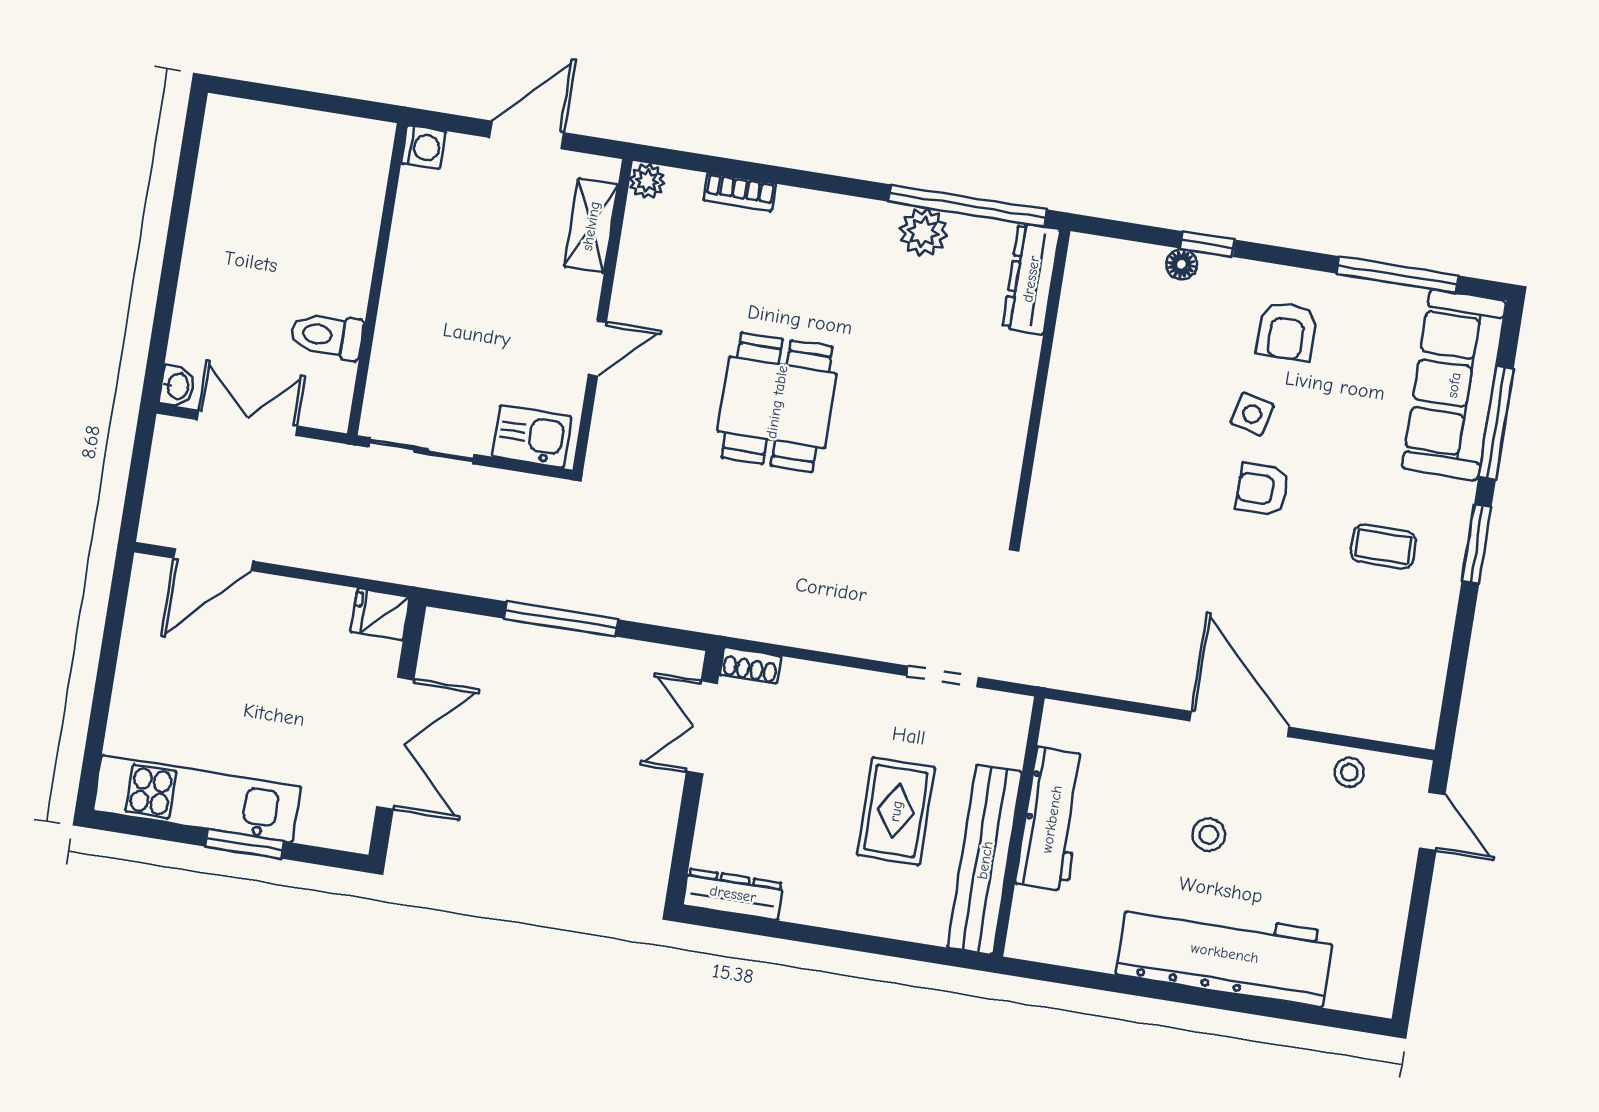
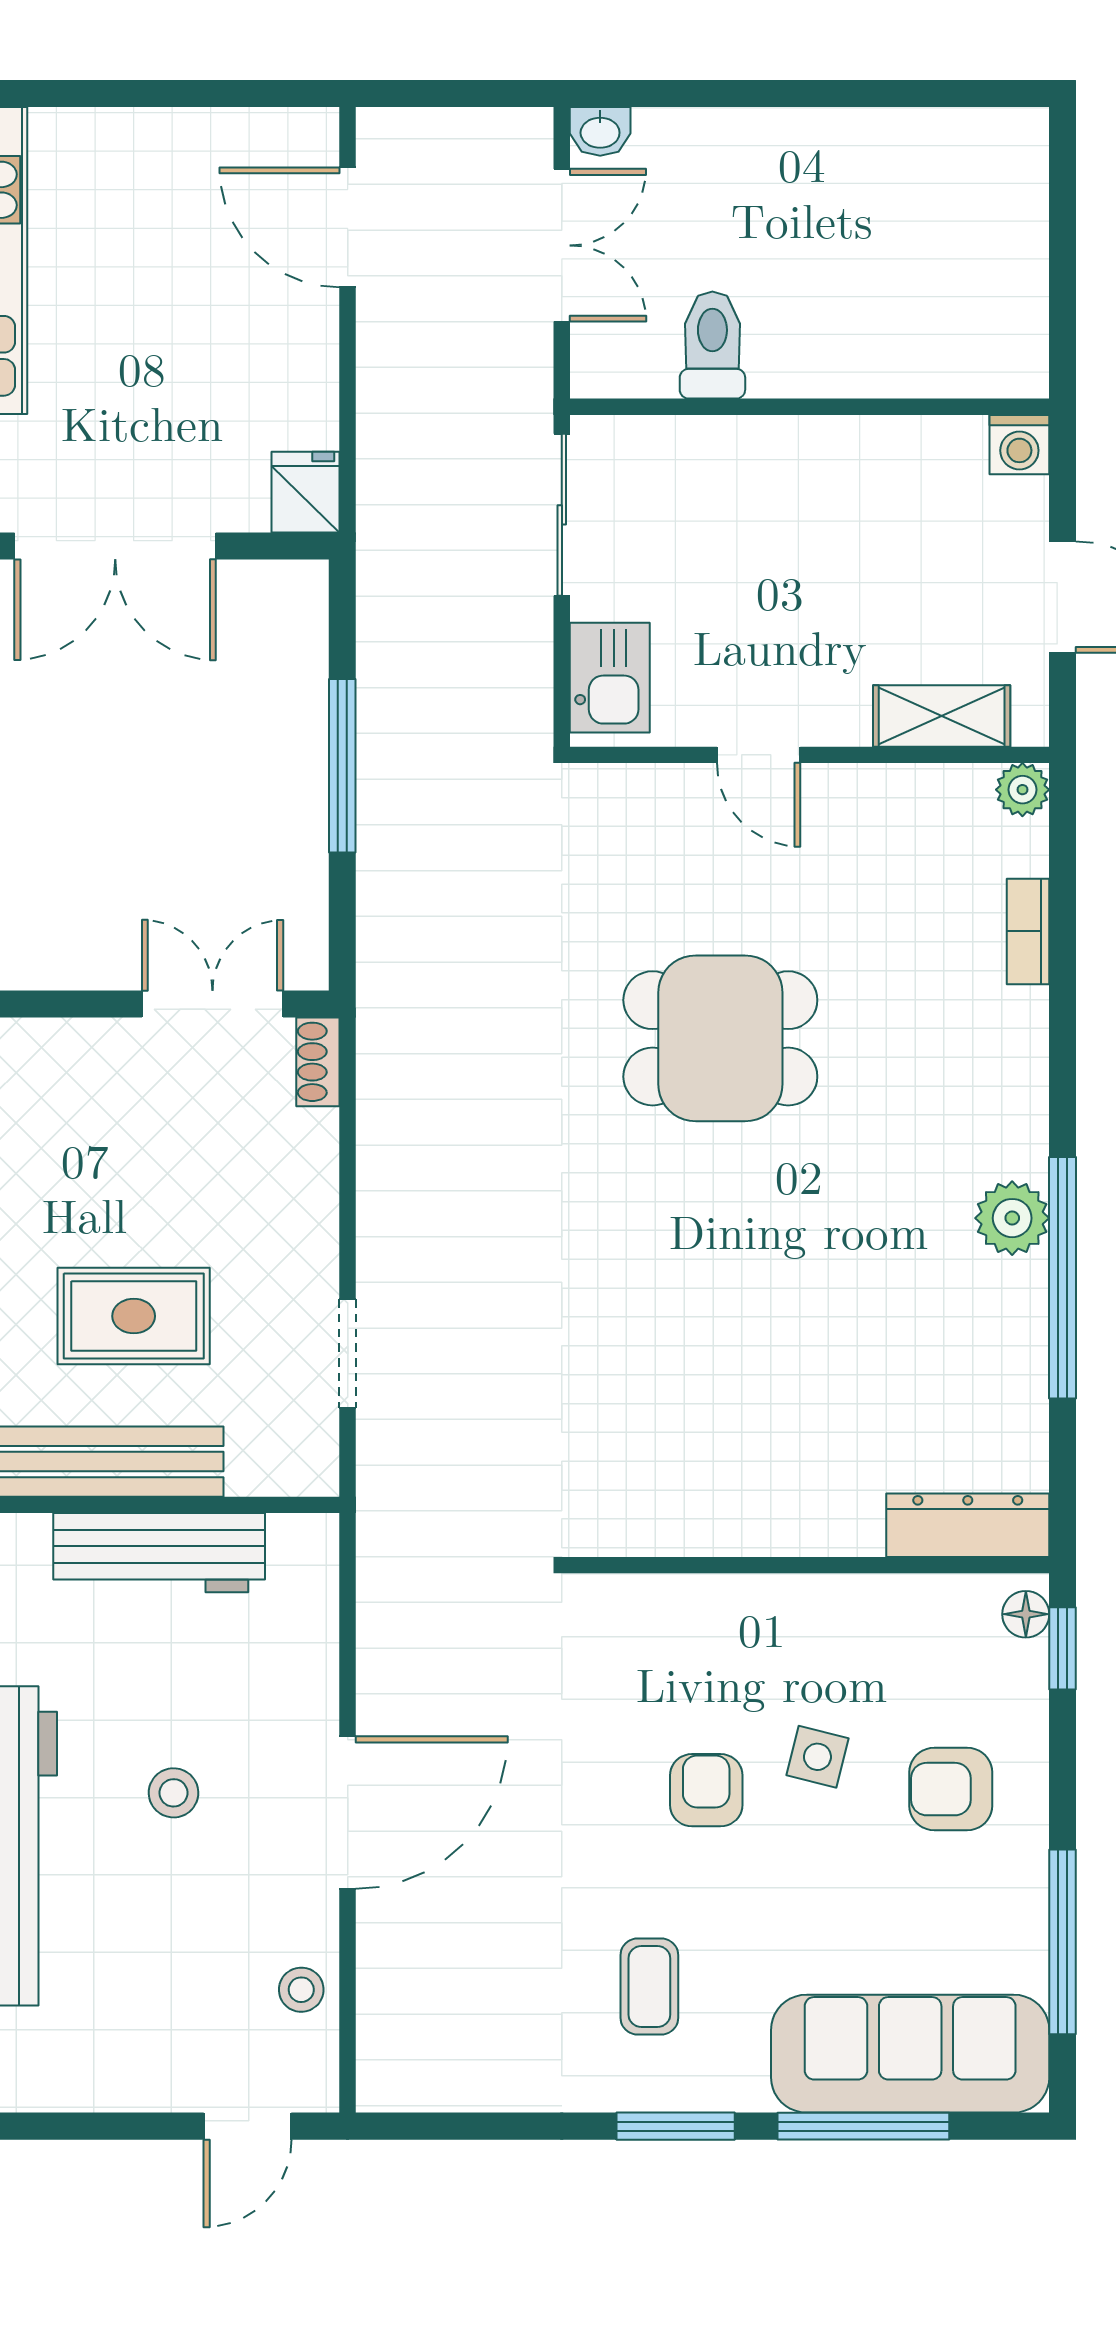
dresser: (1031, 279) -> (968, 1525), moved
wall: (1040, 385) -> (809, 1565), moved

